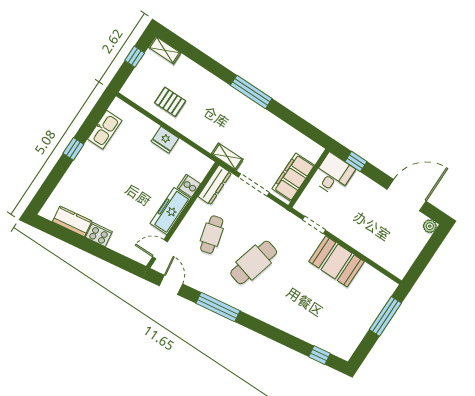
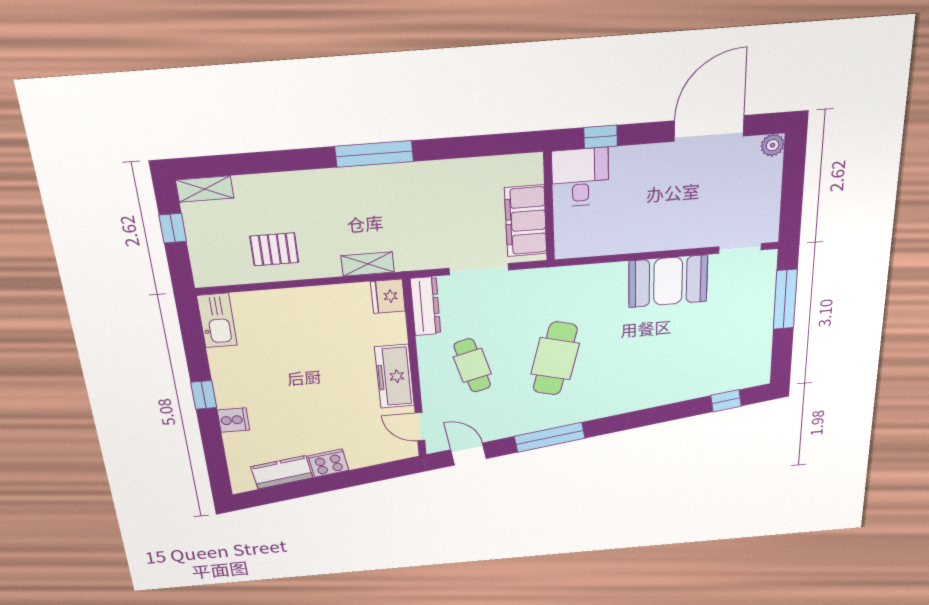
kitchen sink: (105, 130) -> (217, 320), moved
fridge: (165, 140) -> (388, 296), moved, turned 90
shelving: (227, 157) -> (368, 264), moved
cooker: (189, 186) -> (233, 420), moved, turned 180
doorway: (314, 225) -> (740, 248), moved
door: (160, 249) -> (420, 427), hinge flipped

